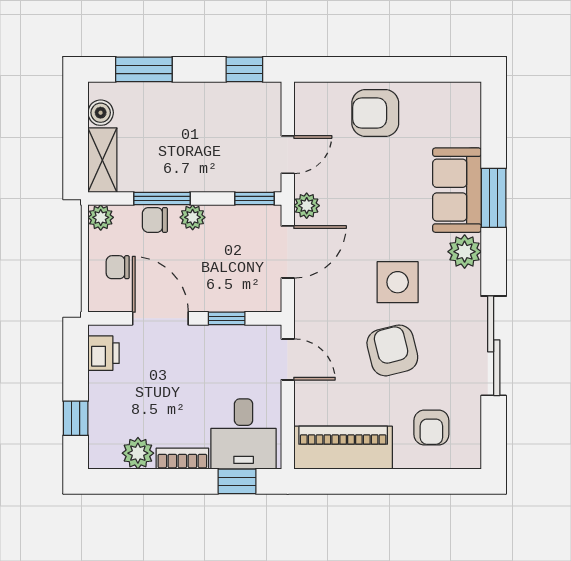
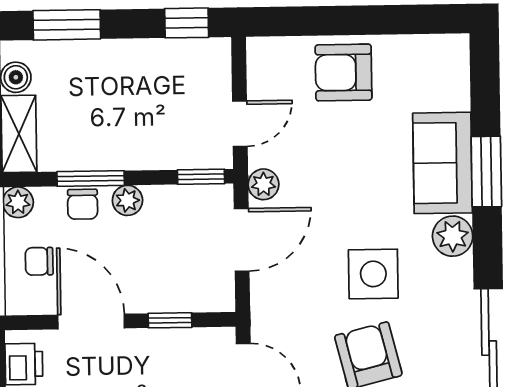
chair: (155, 220) -> (83, 204), turned -90

